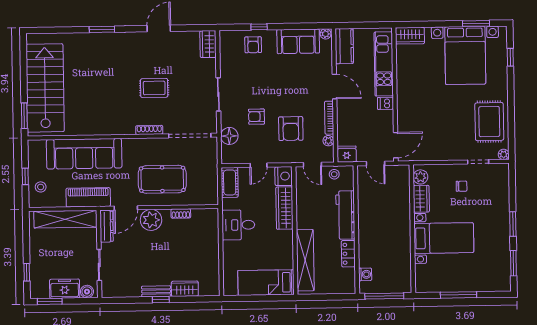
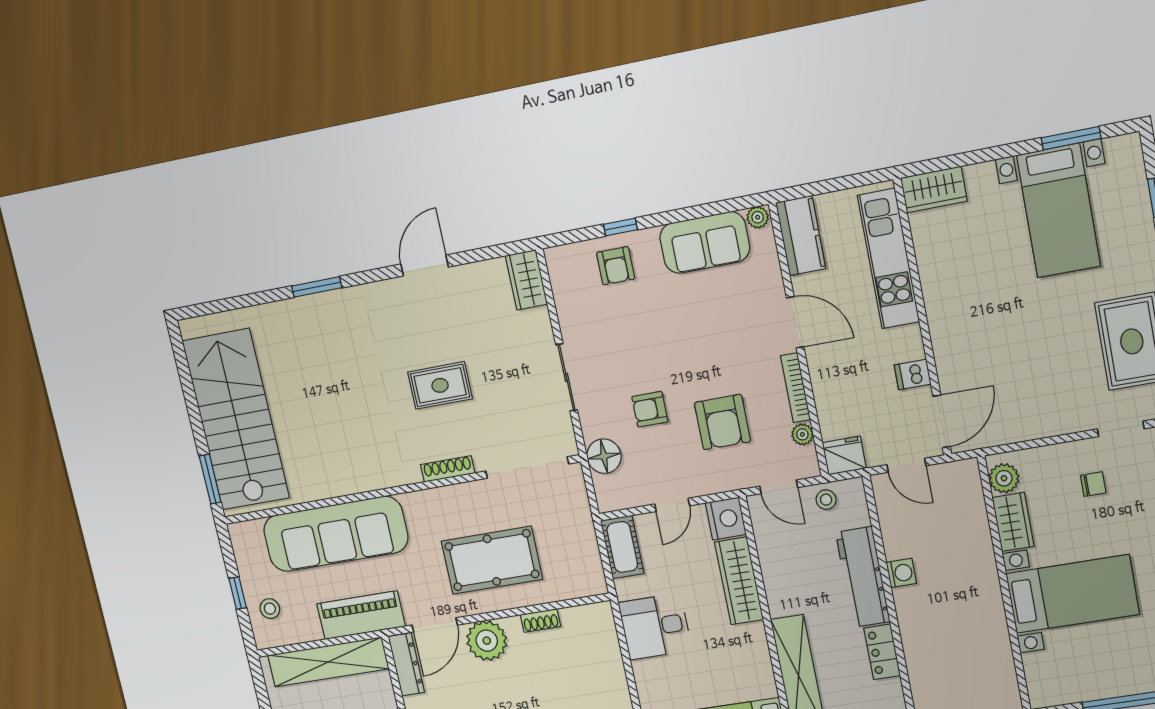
bed with nightstands: (465, 55) -> (1059, 211), width x0.73
dishwasher: (385, 103) -> (913, 374), moved
washing machine: (365, 274) -> (901, 573), moved

